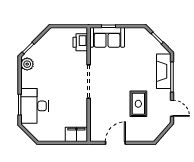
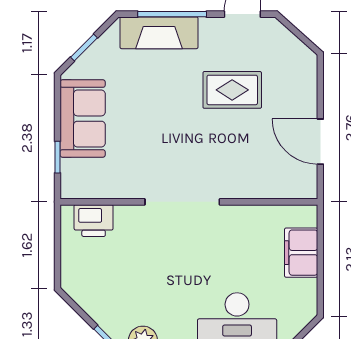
sofa: (107, 37) -> (83, 119), moved
filing cabinet: (76, 134) -> (301, 253), moved

